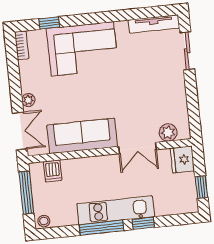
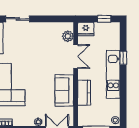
sofa: (82, 136) -> (64, 90), width x0.73
kitchen counter: (82, 167) -> (84, 93), added
dishwasher: (53, 171) -> (84, 111), removed
window: (102, 228) -> (123, 84), removed

